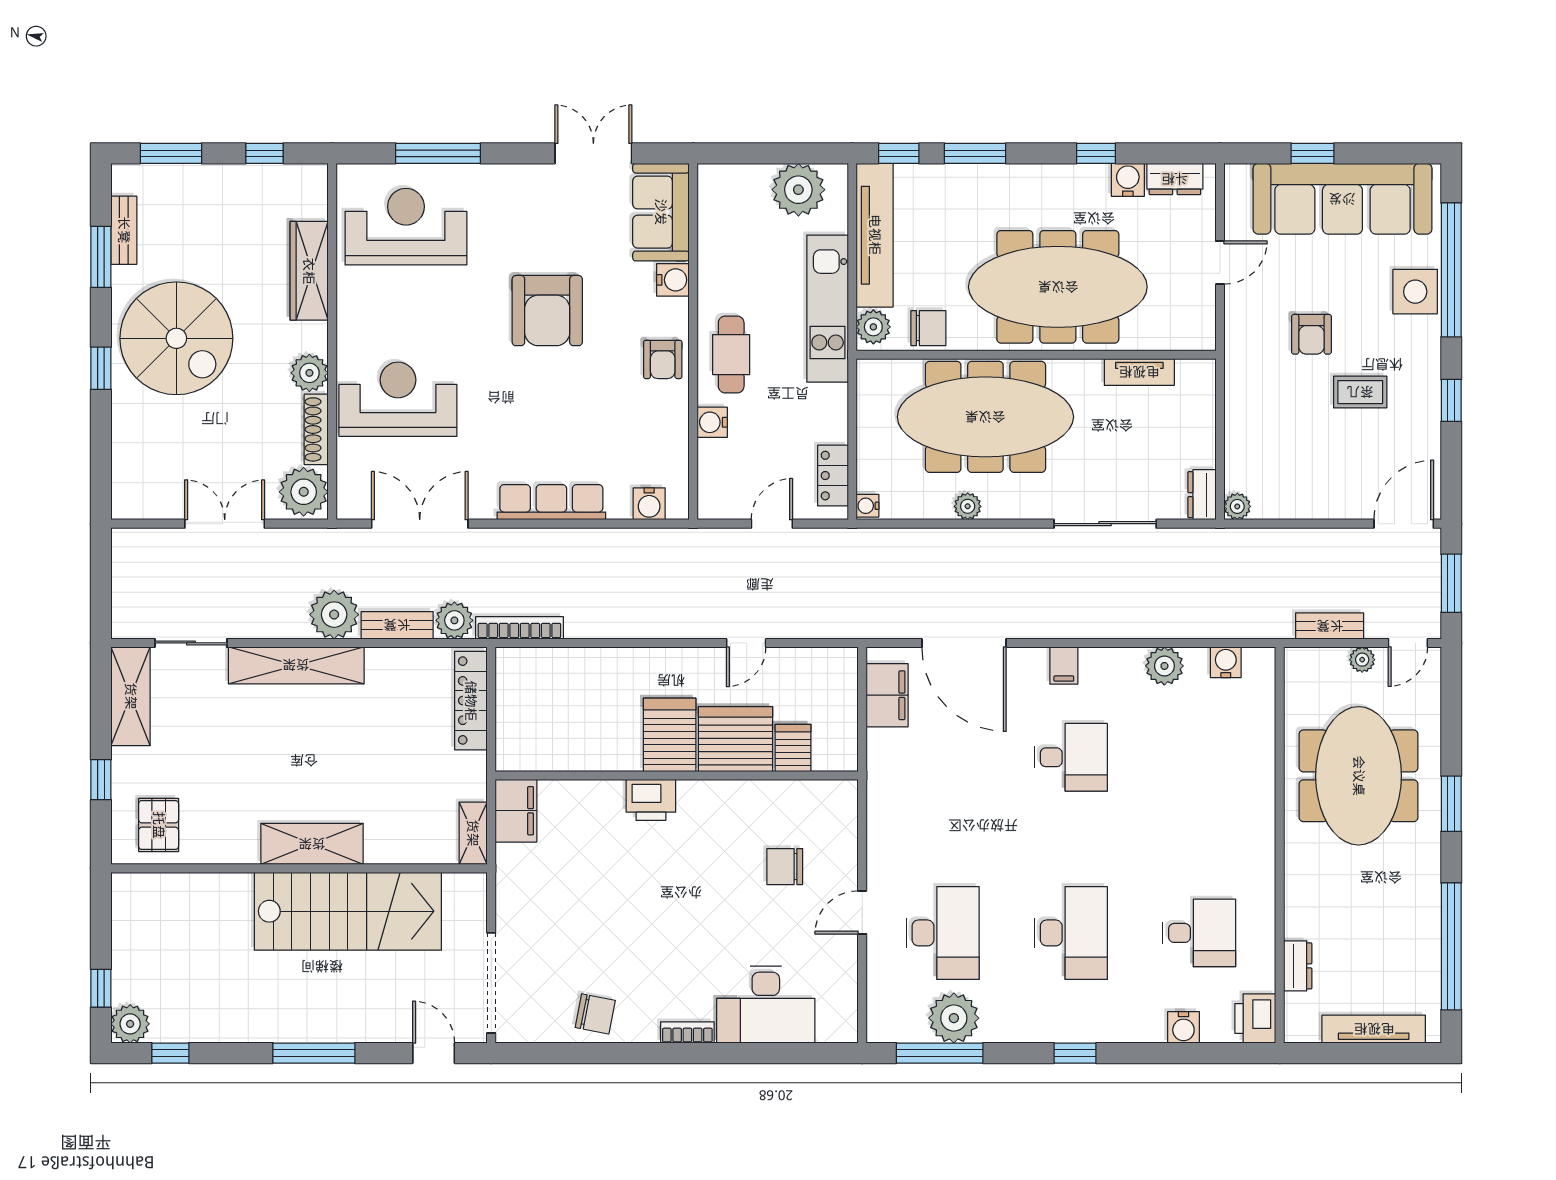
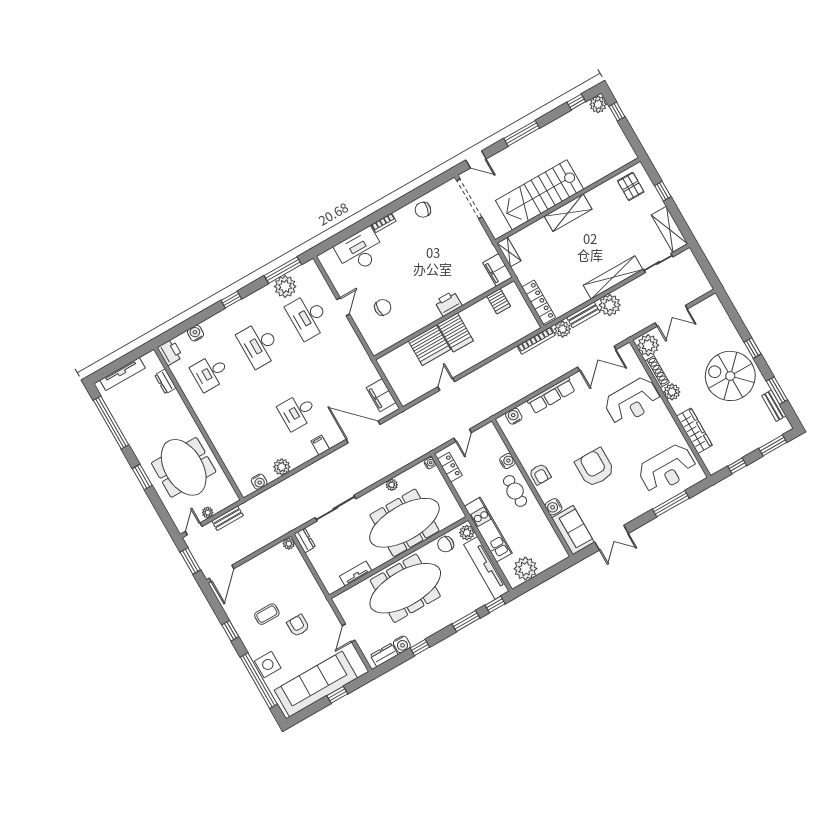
armchair: (663, 359) -> (540, 474), turned 180
server rack: (793, 748) -> (499, 301), moved

